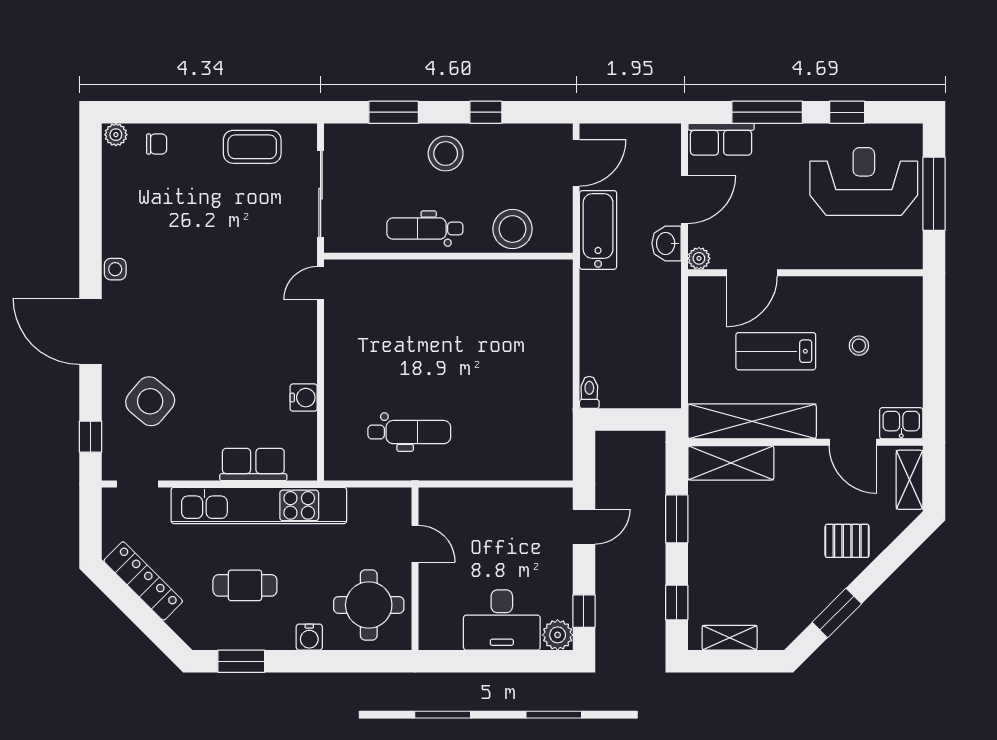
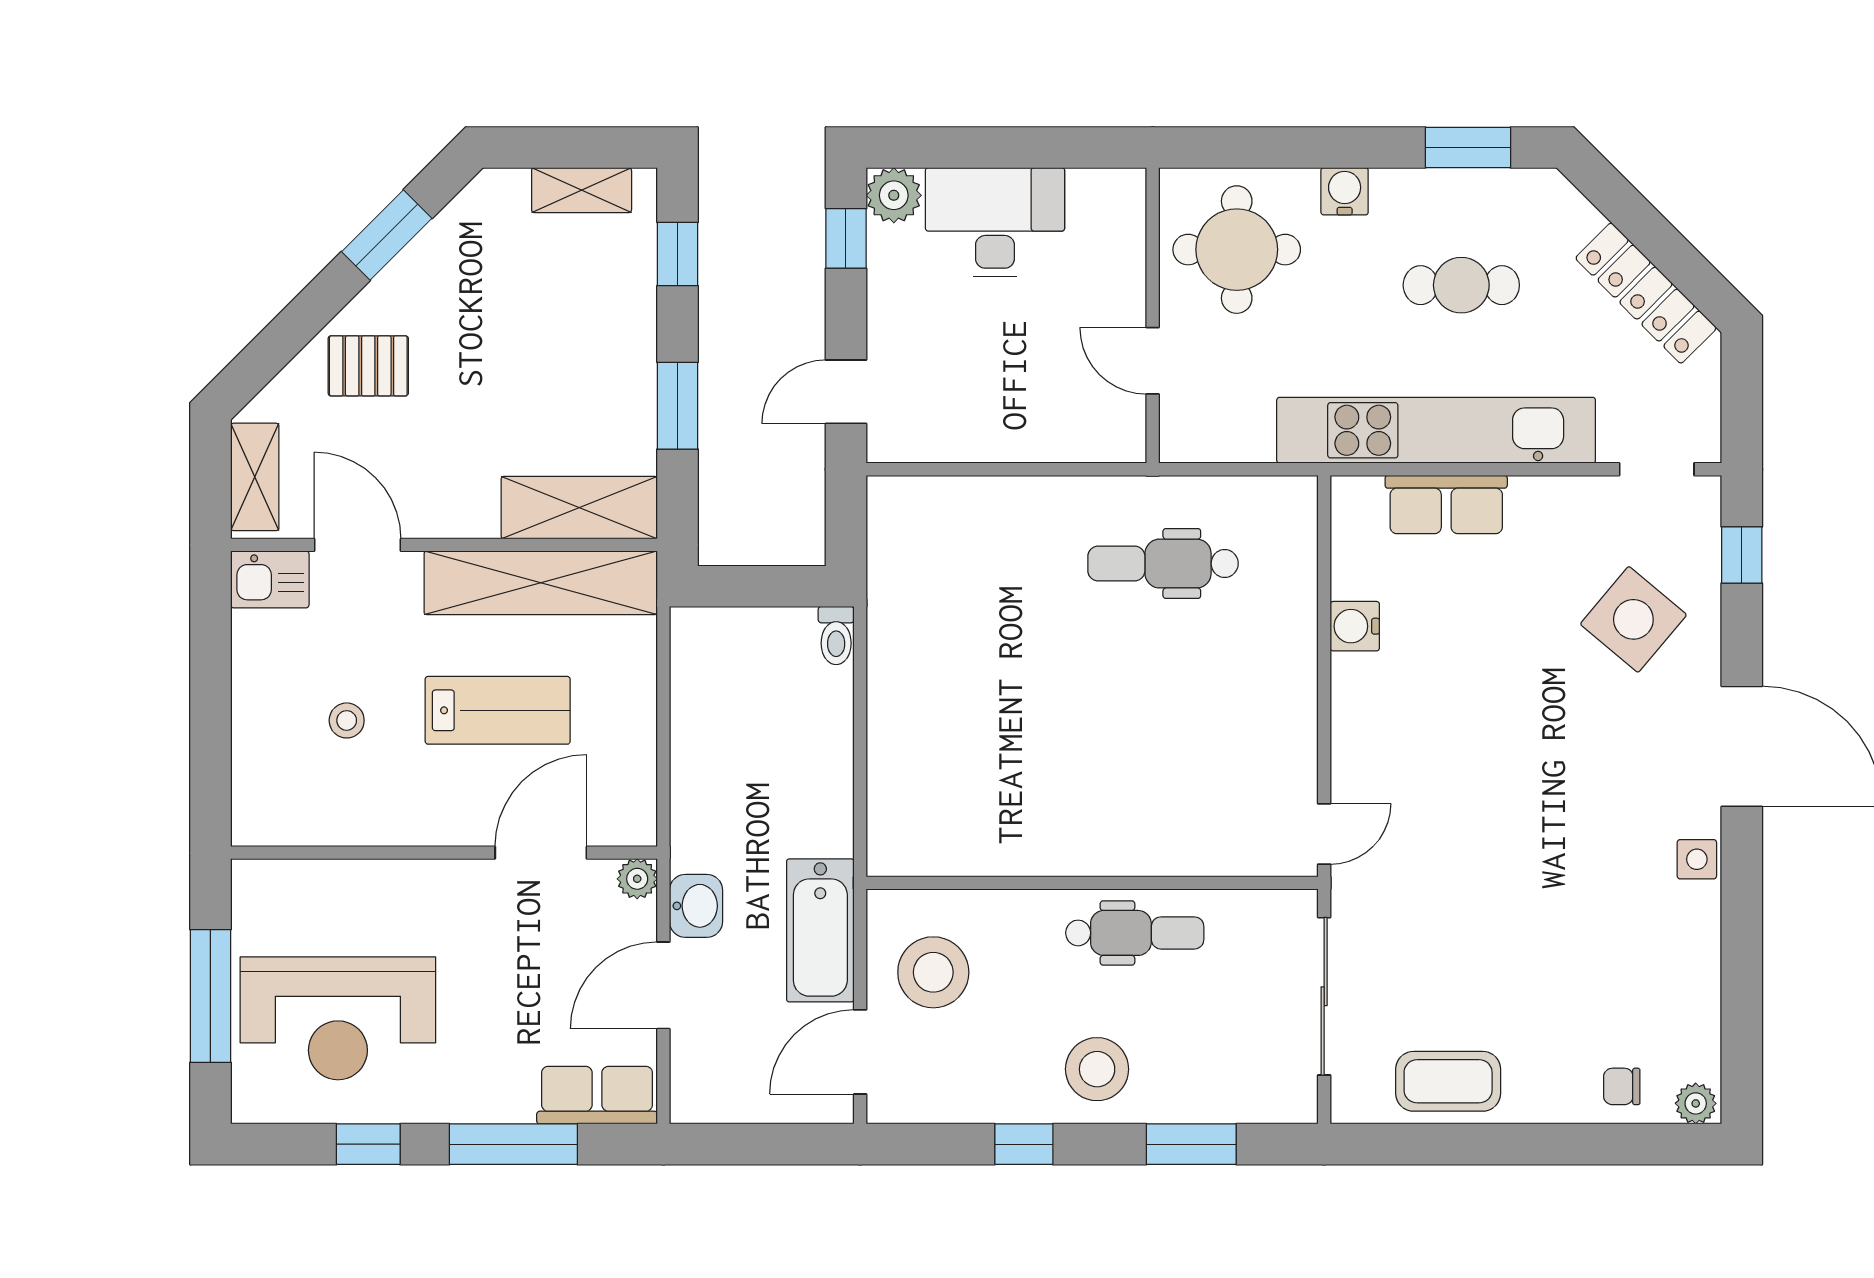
stool: (513, 229) -> (933, 972), moved

